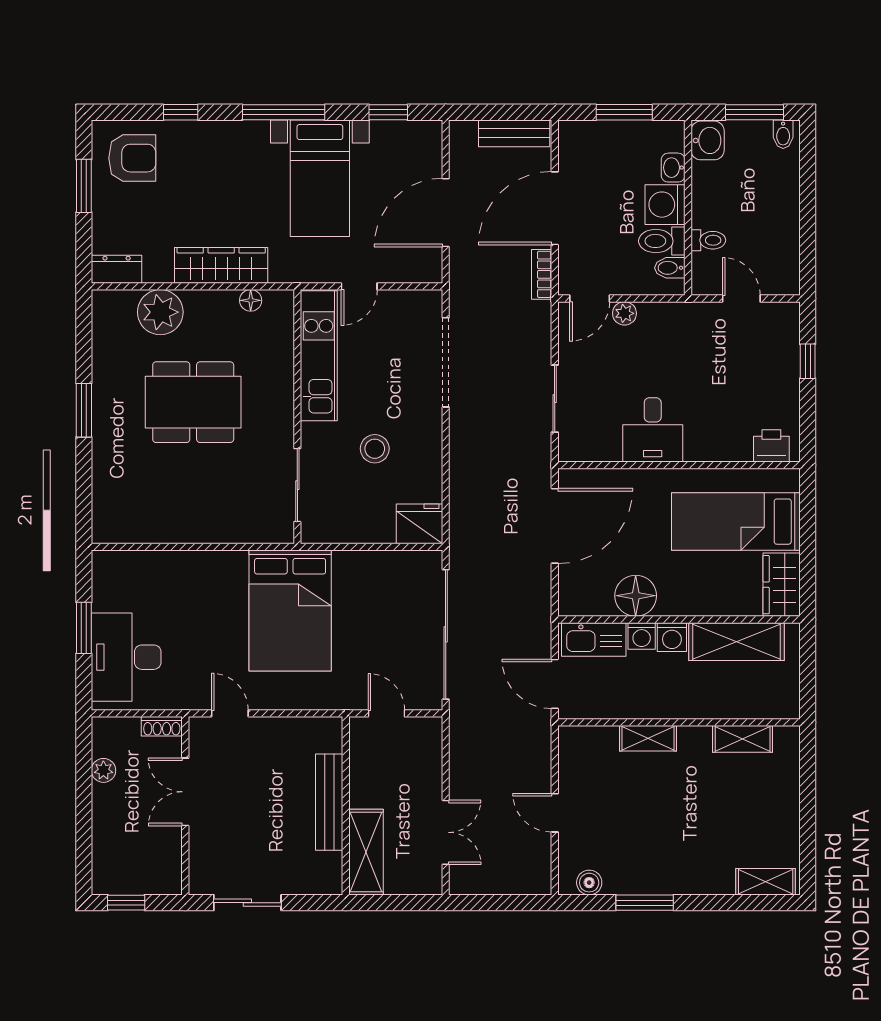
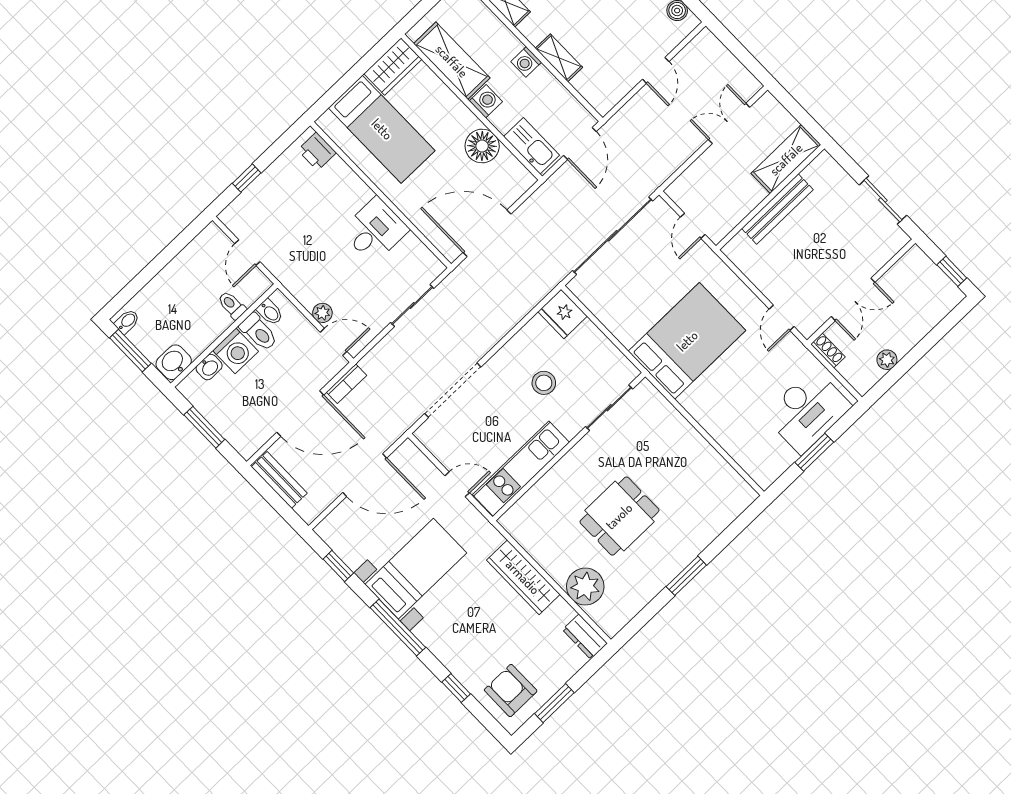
floor lamp: (251, 300) -> (527, 540), removed
dining table: (193, 402) -> (619, 516), width x0.73
washing machine: (642, 636) -> (526, 62), moved, turned 180

